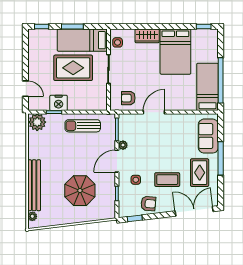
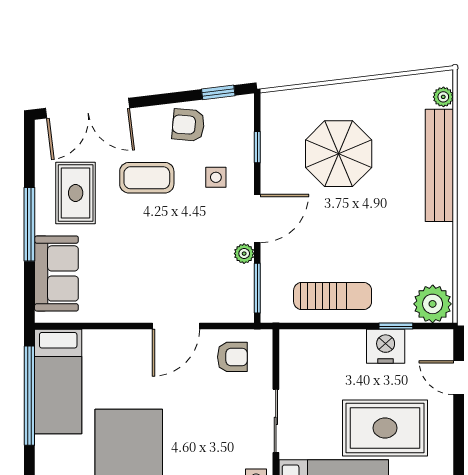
rug: (73, 68) -> (385, 428), moved

